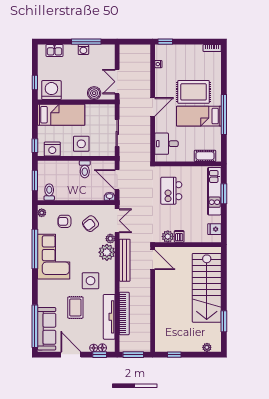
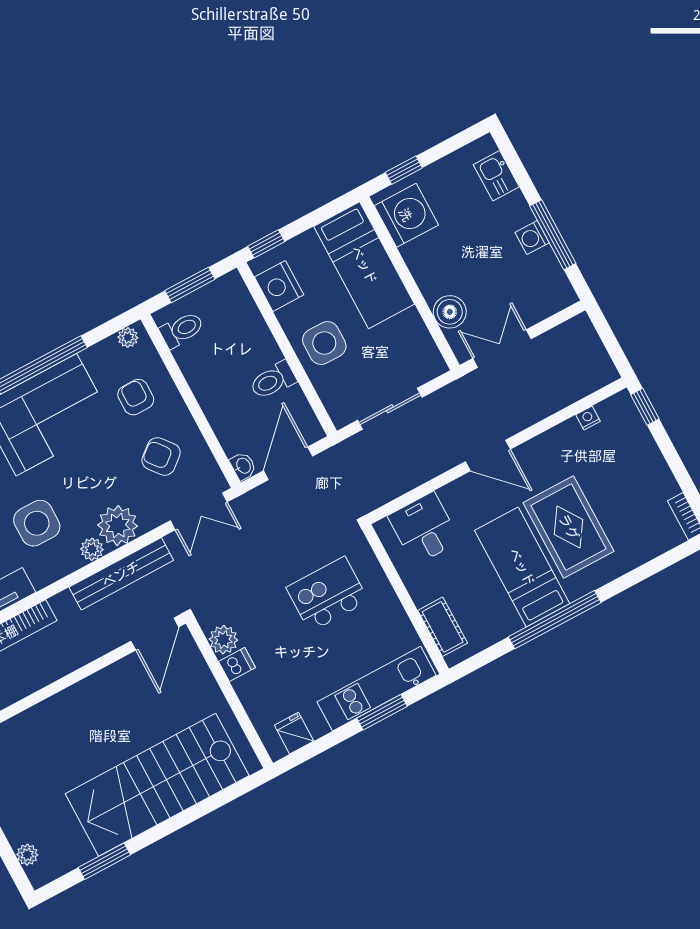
plant: (110, 239) -> (92, 549), moved

